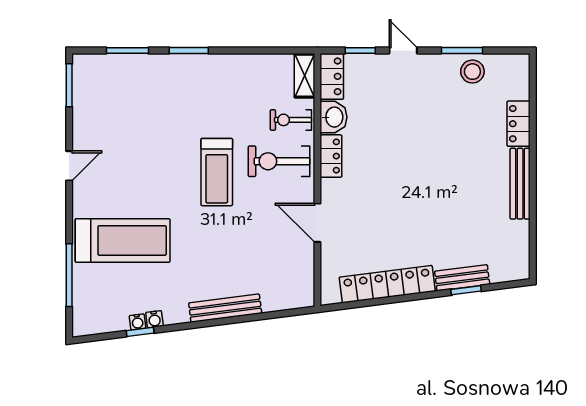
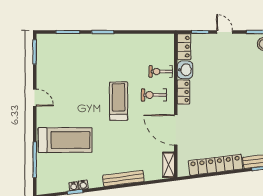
shelving: (305, 76) -> (168, 165), moved
exercise bike: (279, 161) -> (154, 95), width x0.73, depth x0.72
door: (69, 166) -> (35, 98), hinge flipped
treadmill: (217, 172) -> (119, 101), turned 180
door: (317, 223) -> (176, 130), width x1.36

